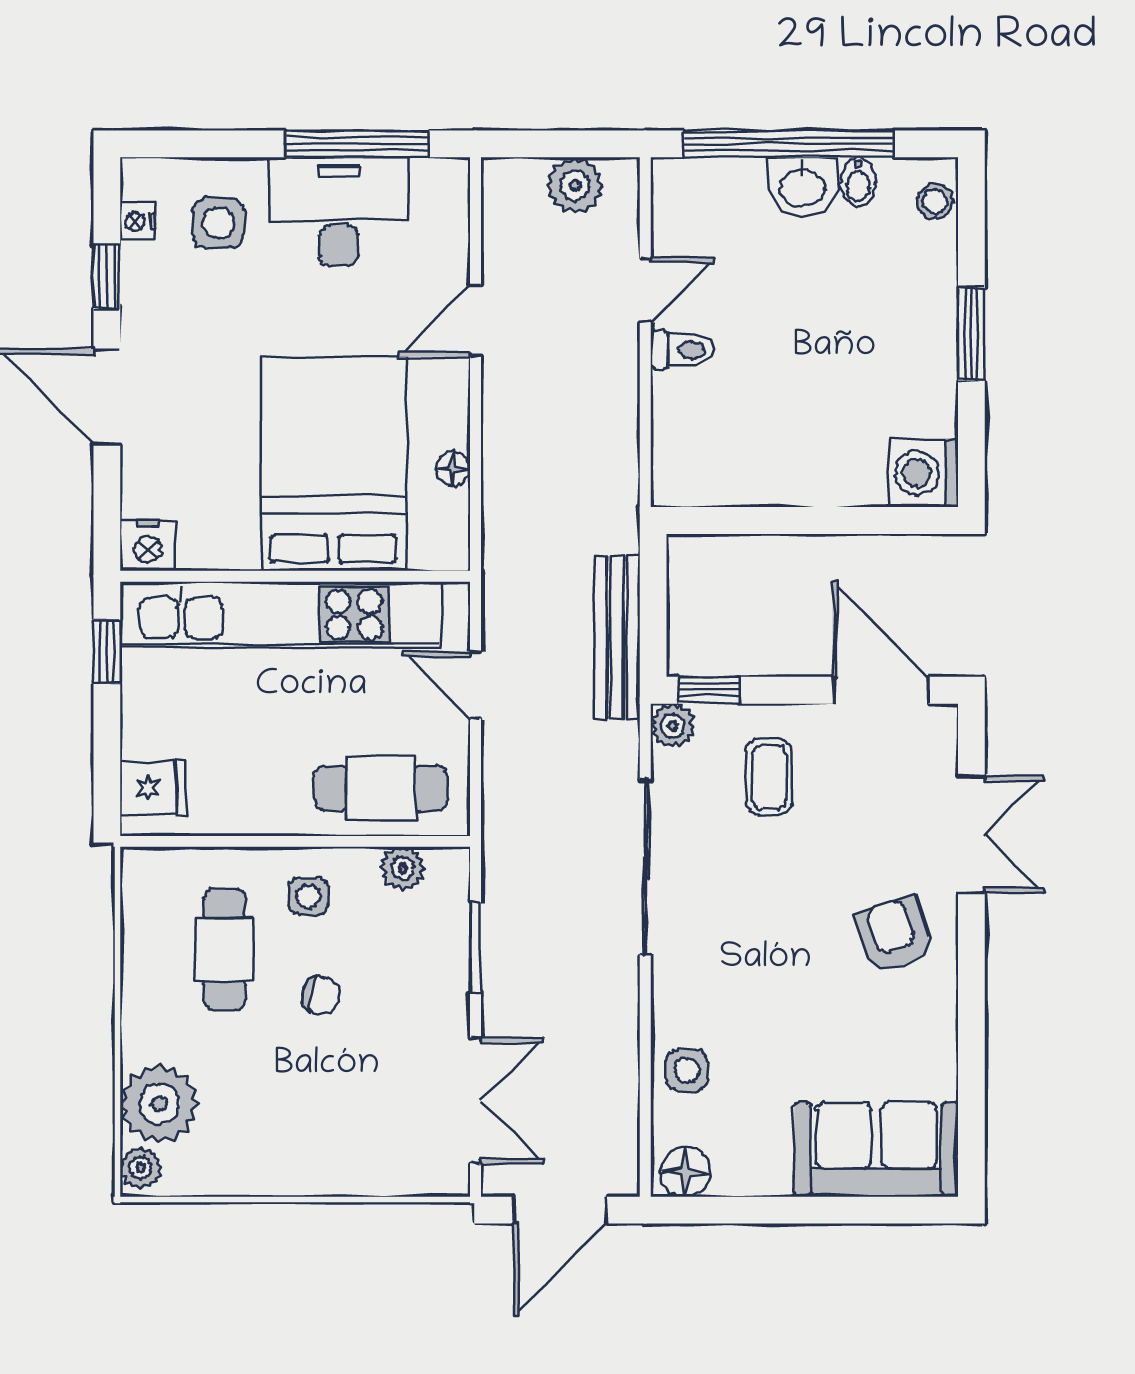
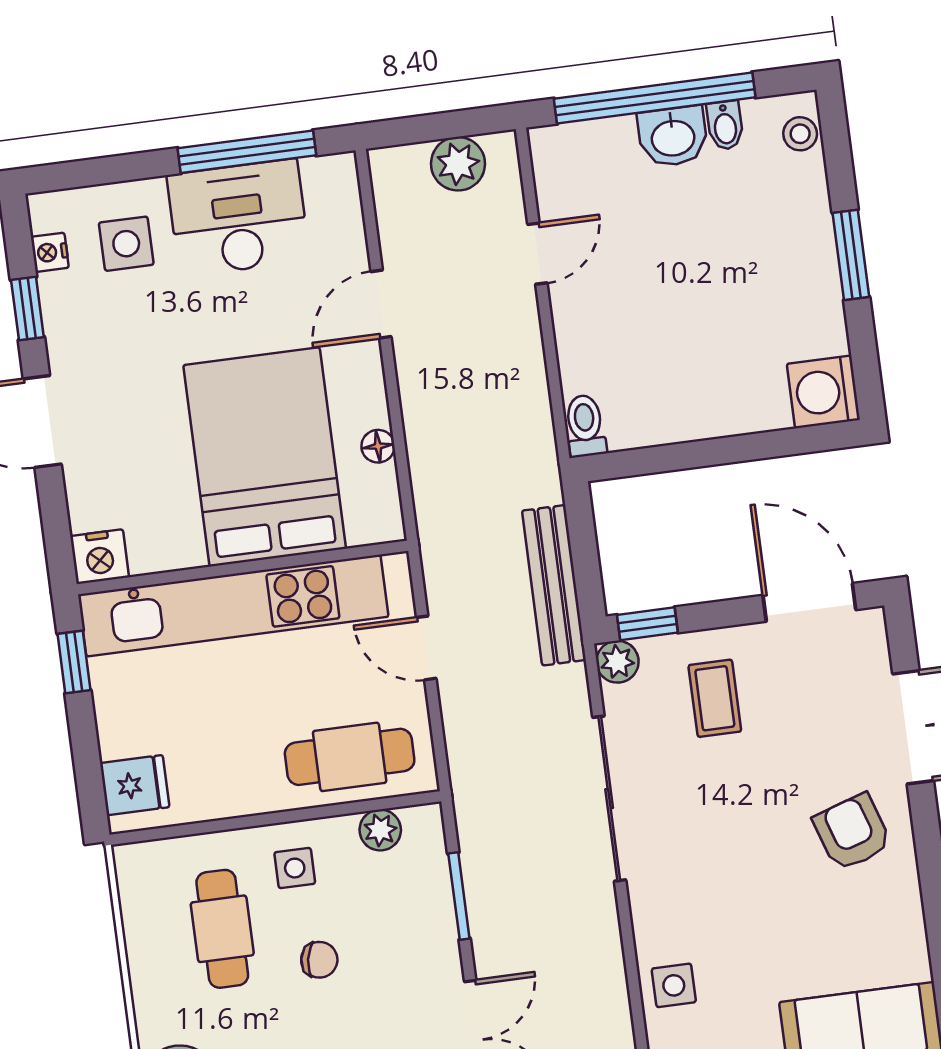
toilet: (682, 350) -> (585, 426), moved, turned -90

